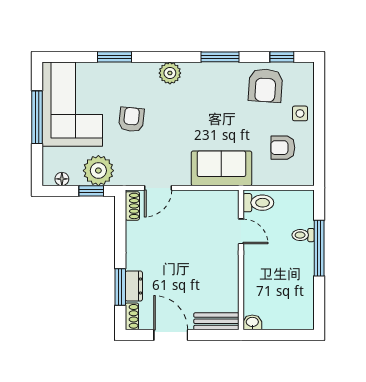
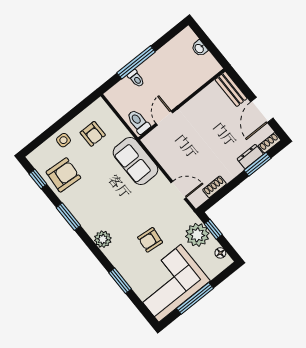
shoe rack: (132, 206) -> (214, 187), moved
washbasin: (252, 322) -> (199, 48), moved

